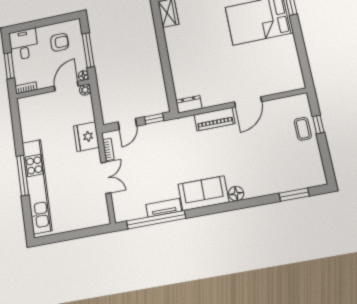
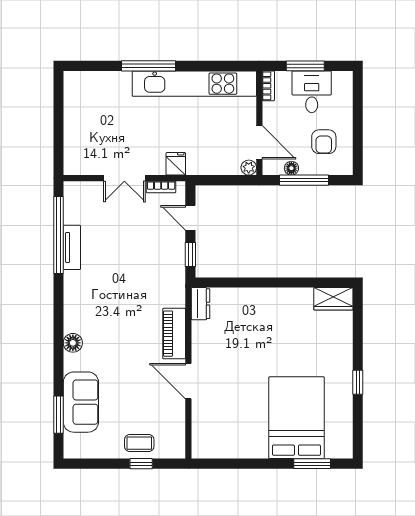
desk: (24, 44) -> (312, 92), moved, turned -90
floor lamp: (83, 76) -> (291, 168), moved
fridge: (86, 137) -> (176, 164), width x0.53, depth x0.75
kitchen unit: (37, 186) -> (194, 84), moved
sofa: (203, 193) -> (81, 402), moved

